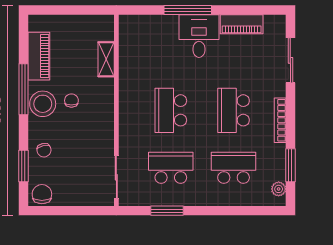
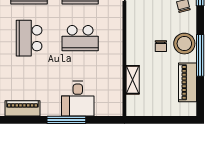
desk: (199, 36) -> (78, 99), moved
school desk: (171, 110) -> (80, 38), turned 90
school desk: (234, 110) -> (29, 38), turned 180

